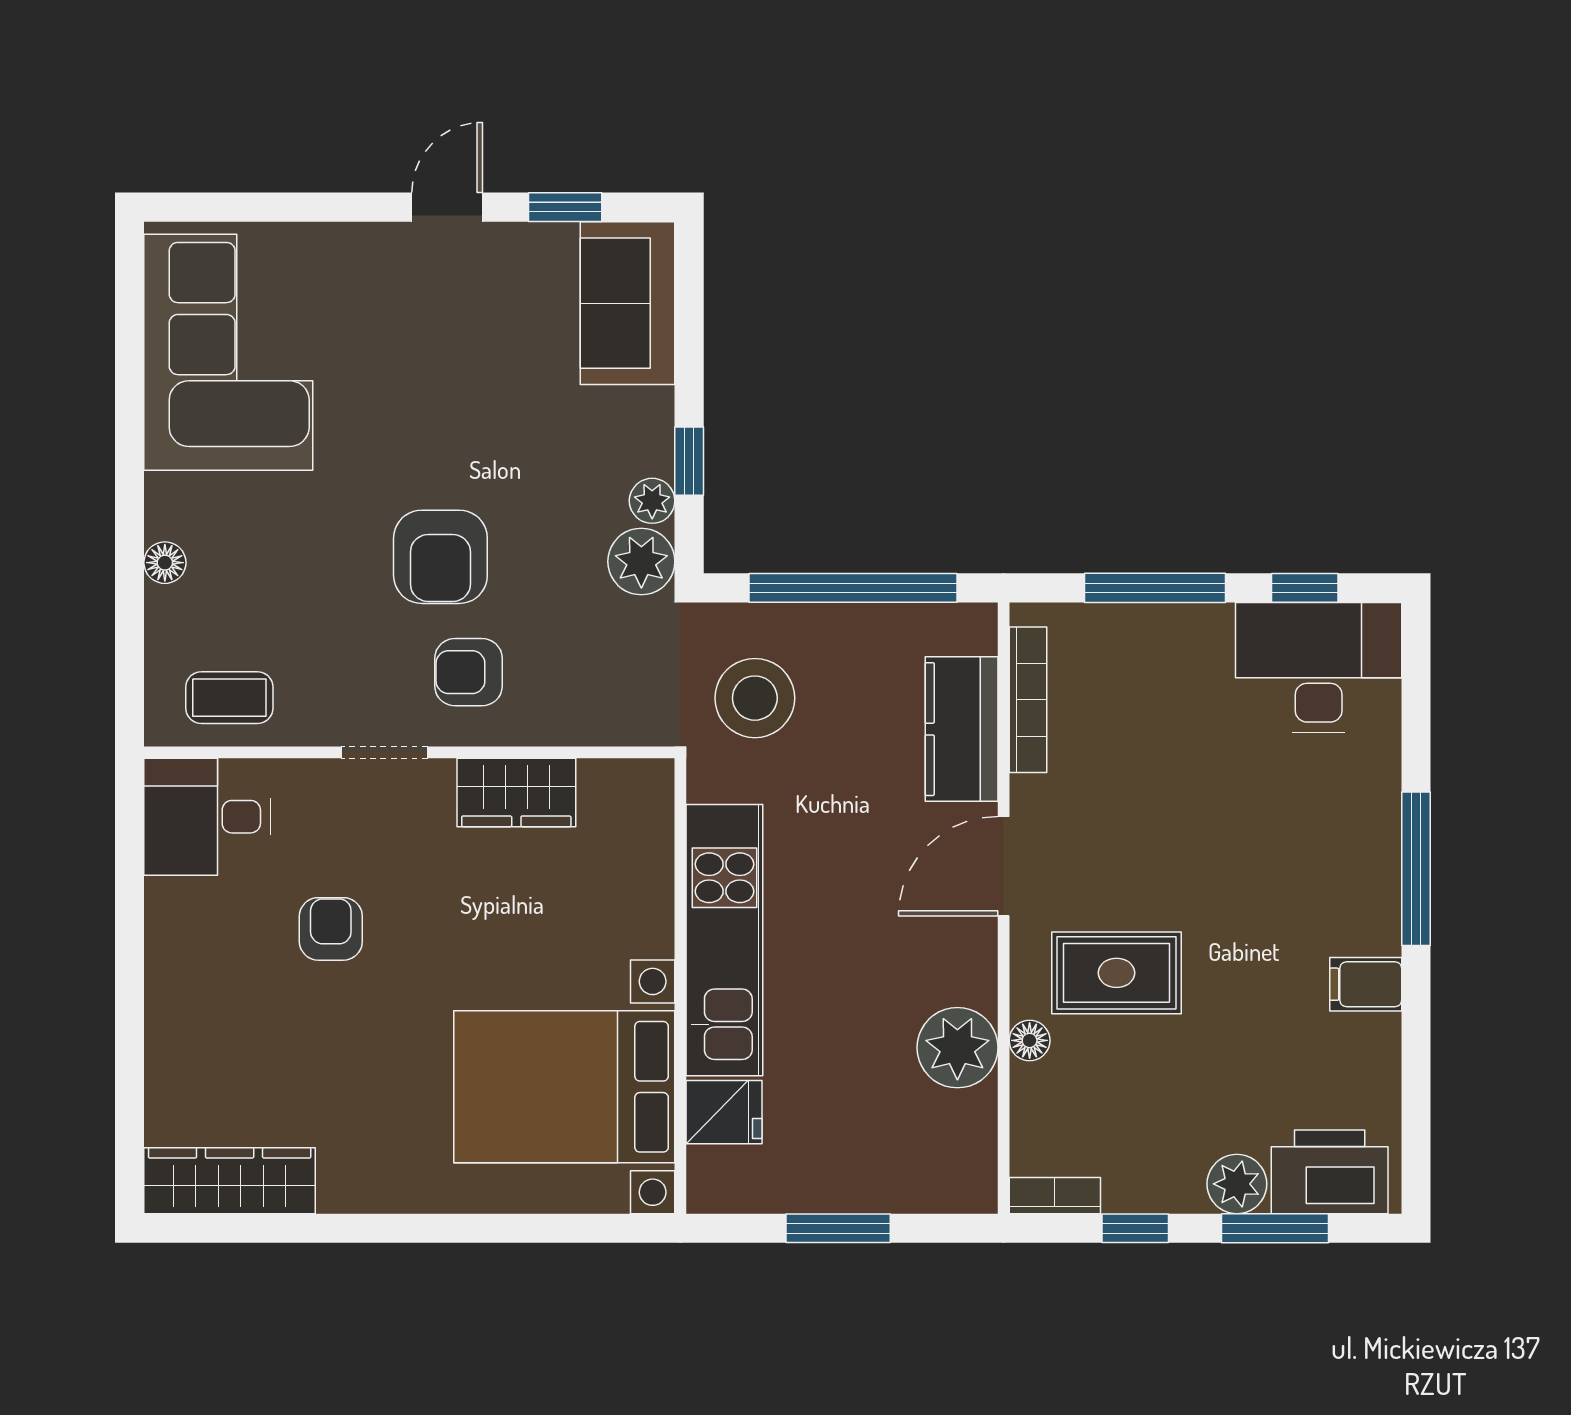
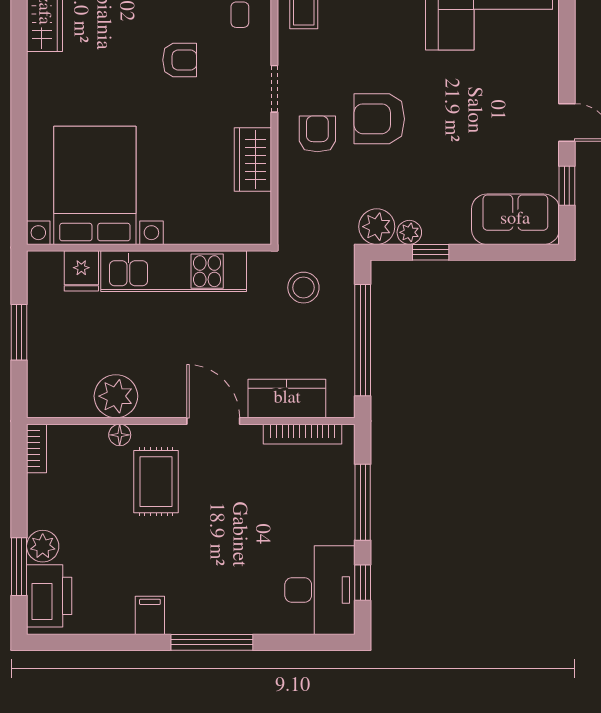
stool: (755, 698) -> (303, 288), width x0.73, depth x0.73
window: (1135, 1228) -> (19, 492), removed

